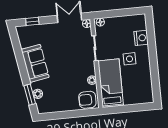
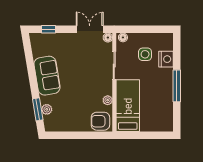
side table: (130, 59) -> (145, 54), moved
window: (153, 61) -> (177, 86), added

